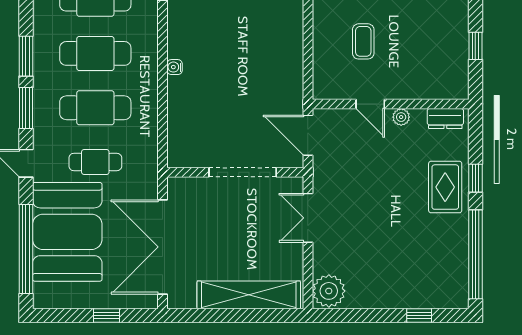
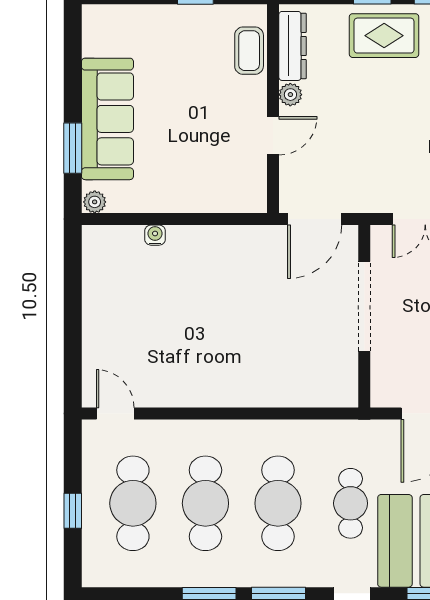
coffee table: (363, 41) -> (249, 51), moved, turned 90
water cooler: (175, 67) -> (155, 235), moved, turned 180
dresser: (445, 119) -> (292, 46), width x1.44

